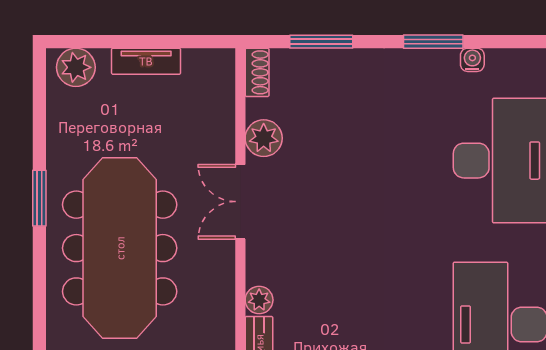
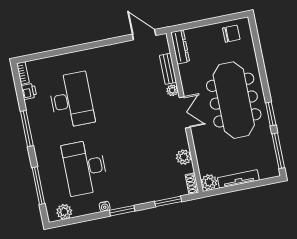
tv unit: (146, 61) -> (238, 179), width x1.41
plant: (76, 67) -> (209, 182), moved
window: (39, 108) -> (278, 151), added
double door: (240, 202) -> (185, 112), moved

